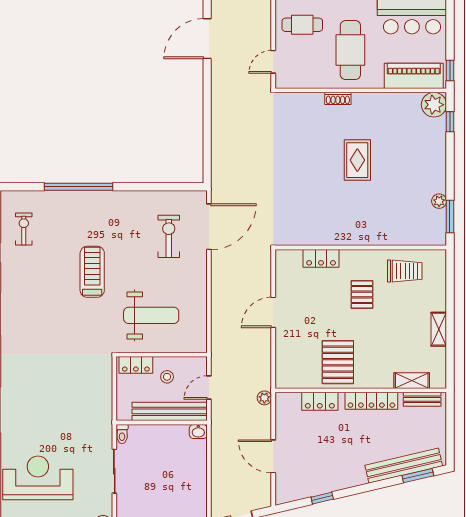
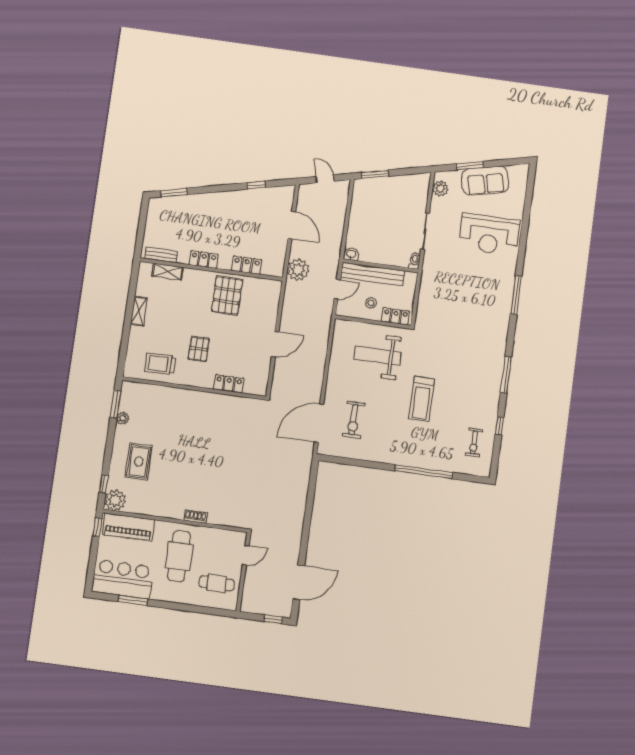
rug: (357, 160) -> (139, 461), moved
plant: (264, 398) -> (298, 270), width x1.88, depth x1.88
locker: (371, 401) -> (204, 260), width x0.66
bench: (404, 466) -> (184, 202), removed

